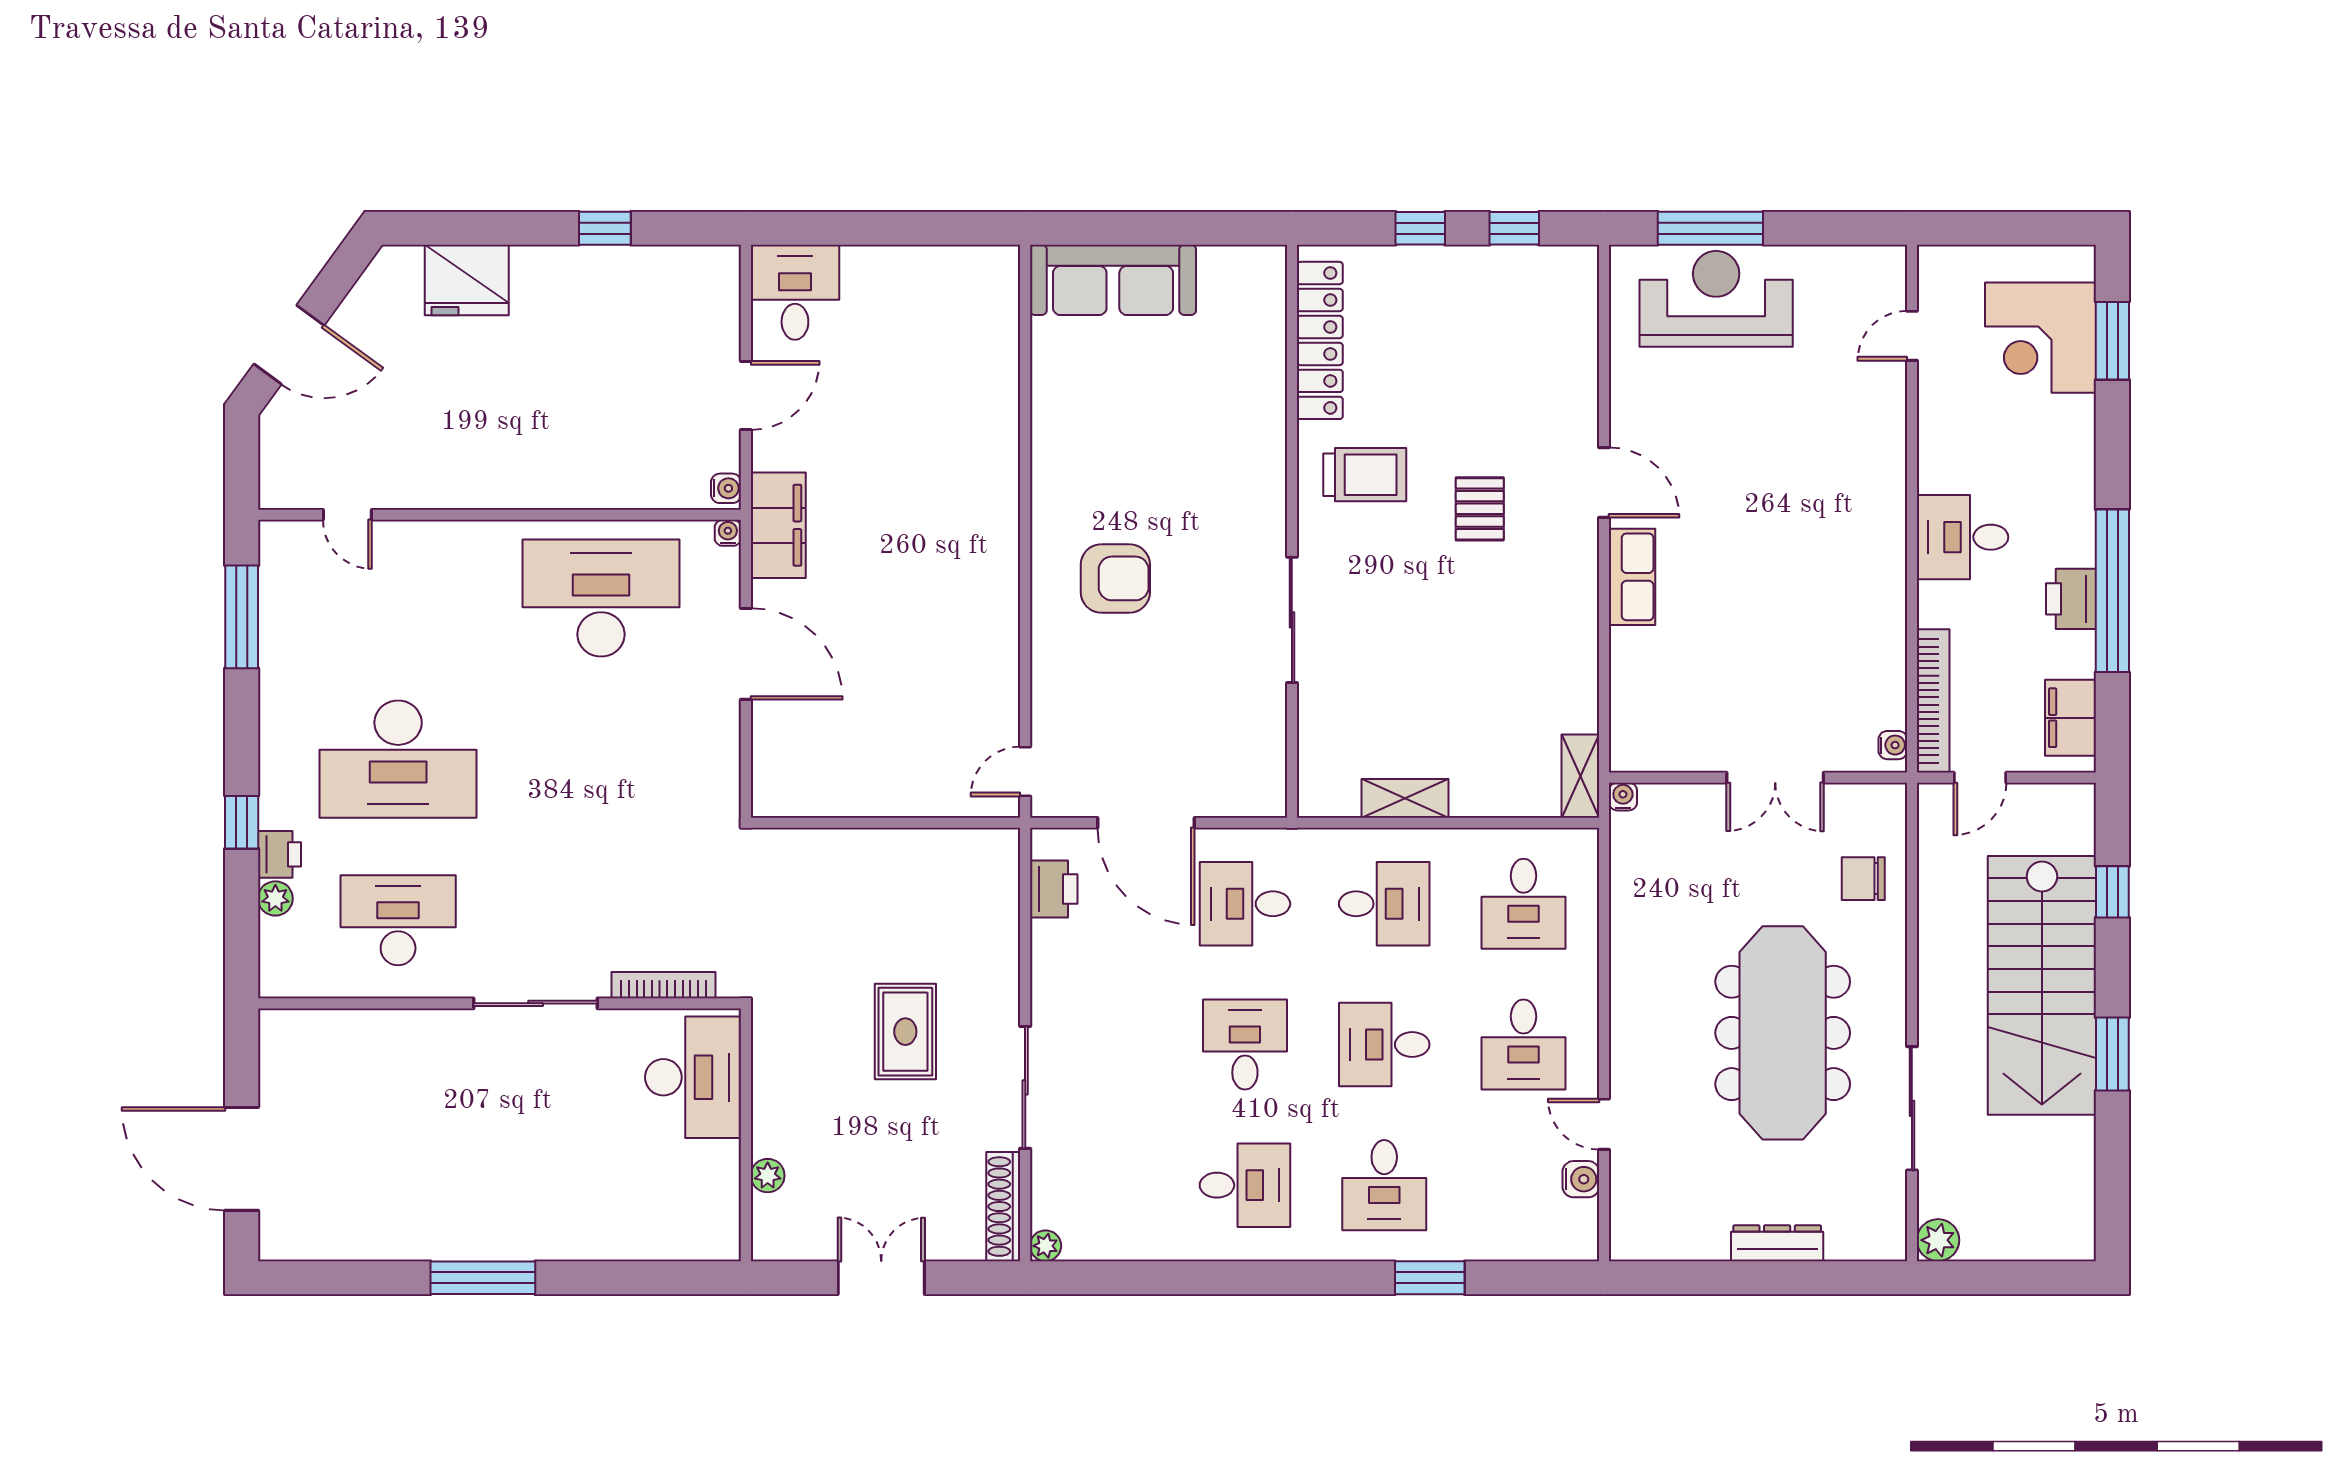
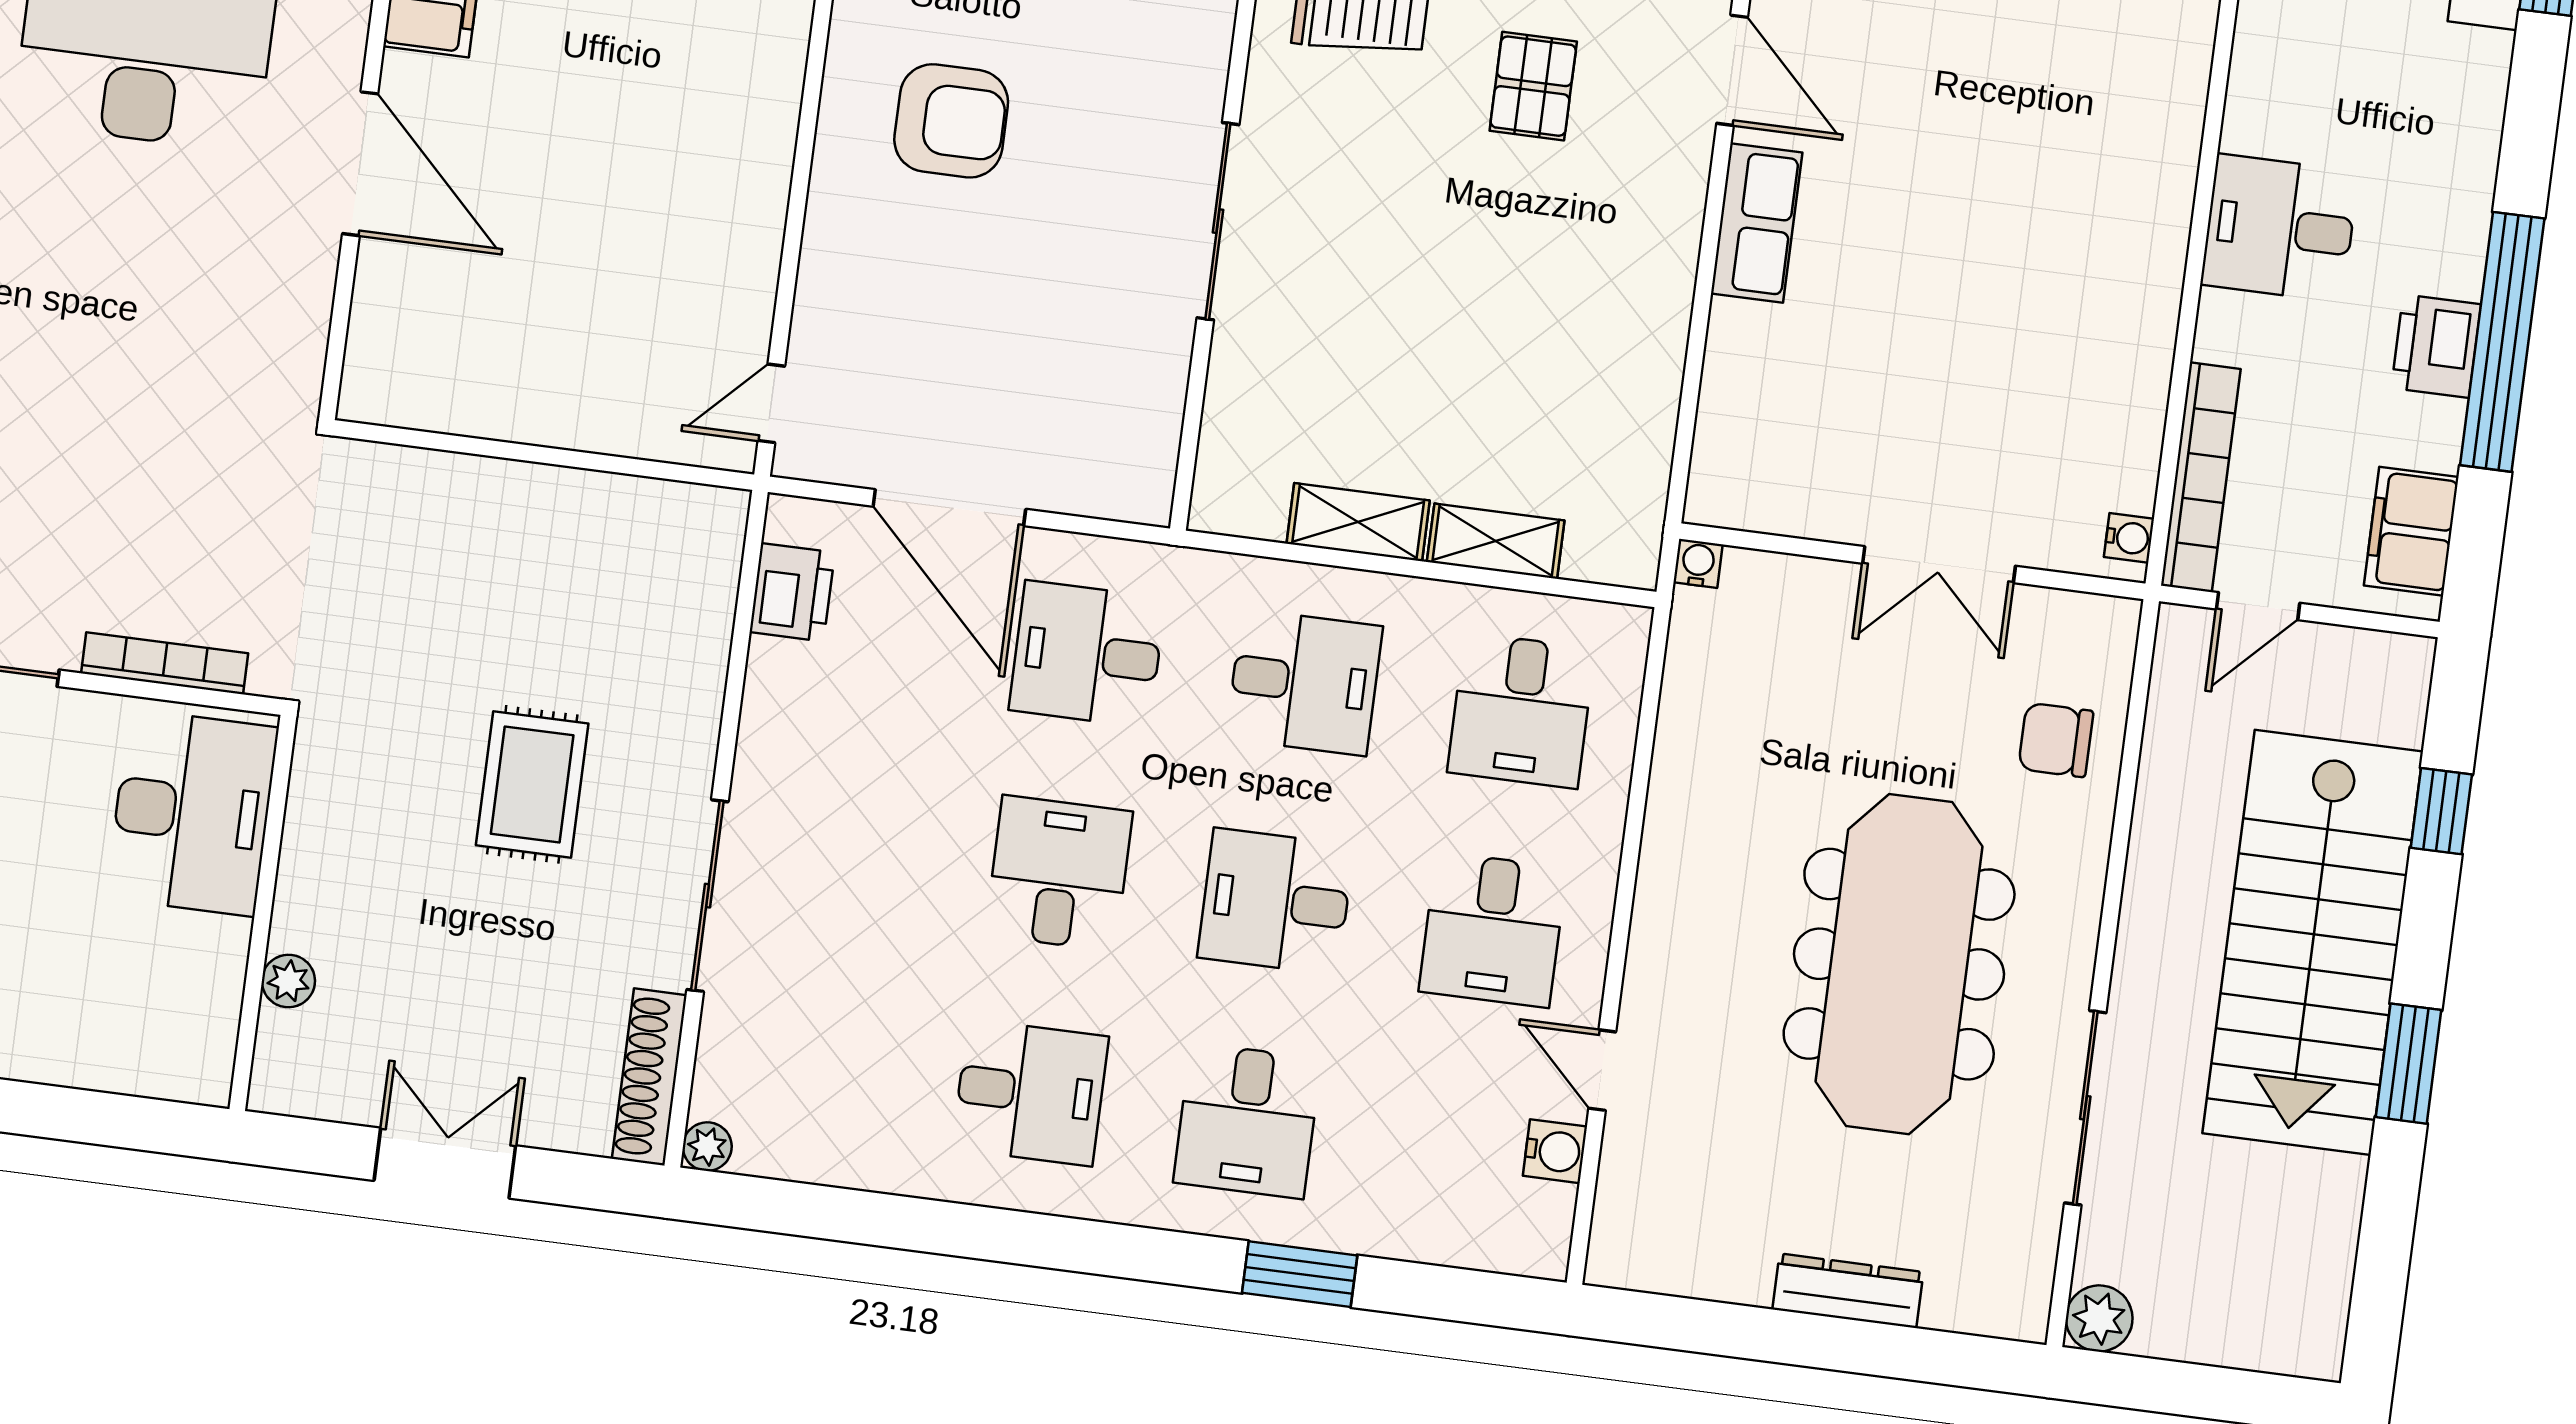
shelving: (1580, 776) -> (1496, 541), moved, turned 90

